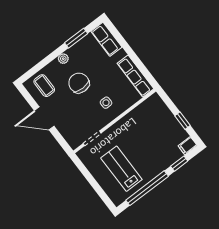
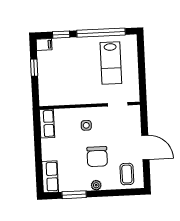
row of seats: (135, 76) -> (47, 124), width x0.68

